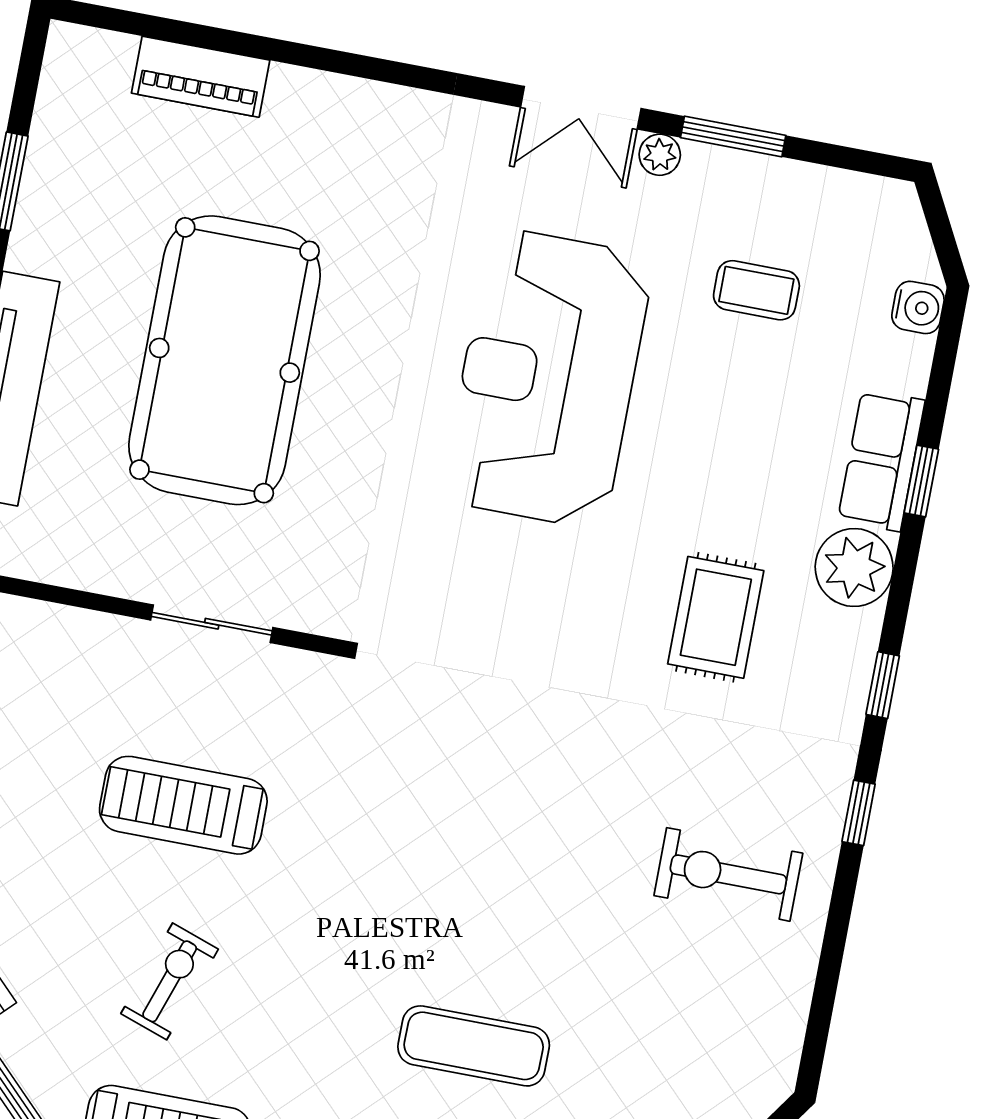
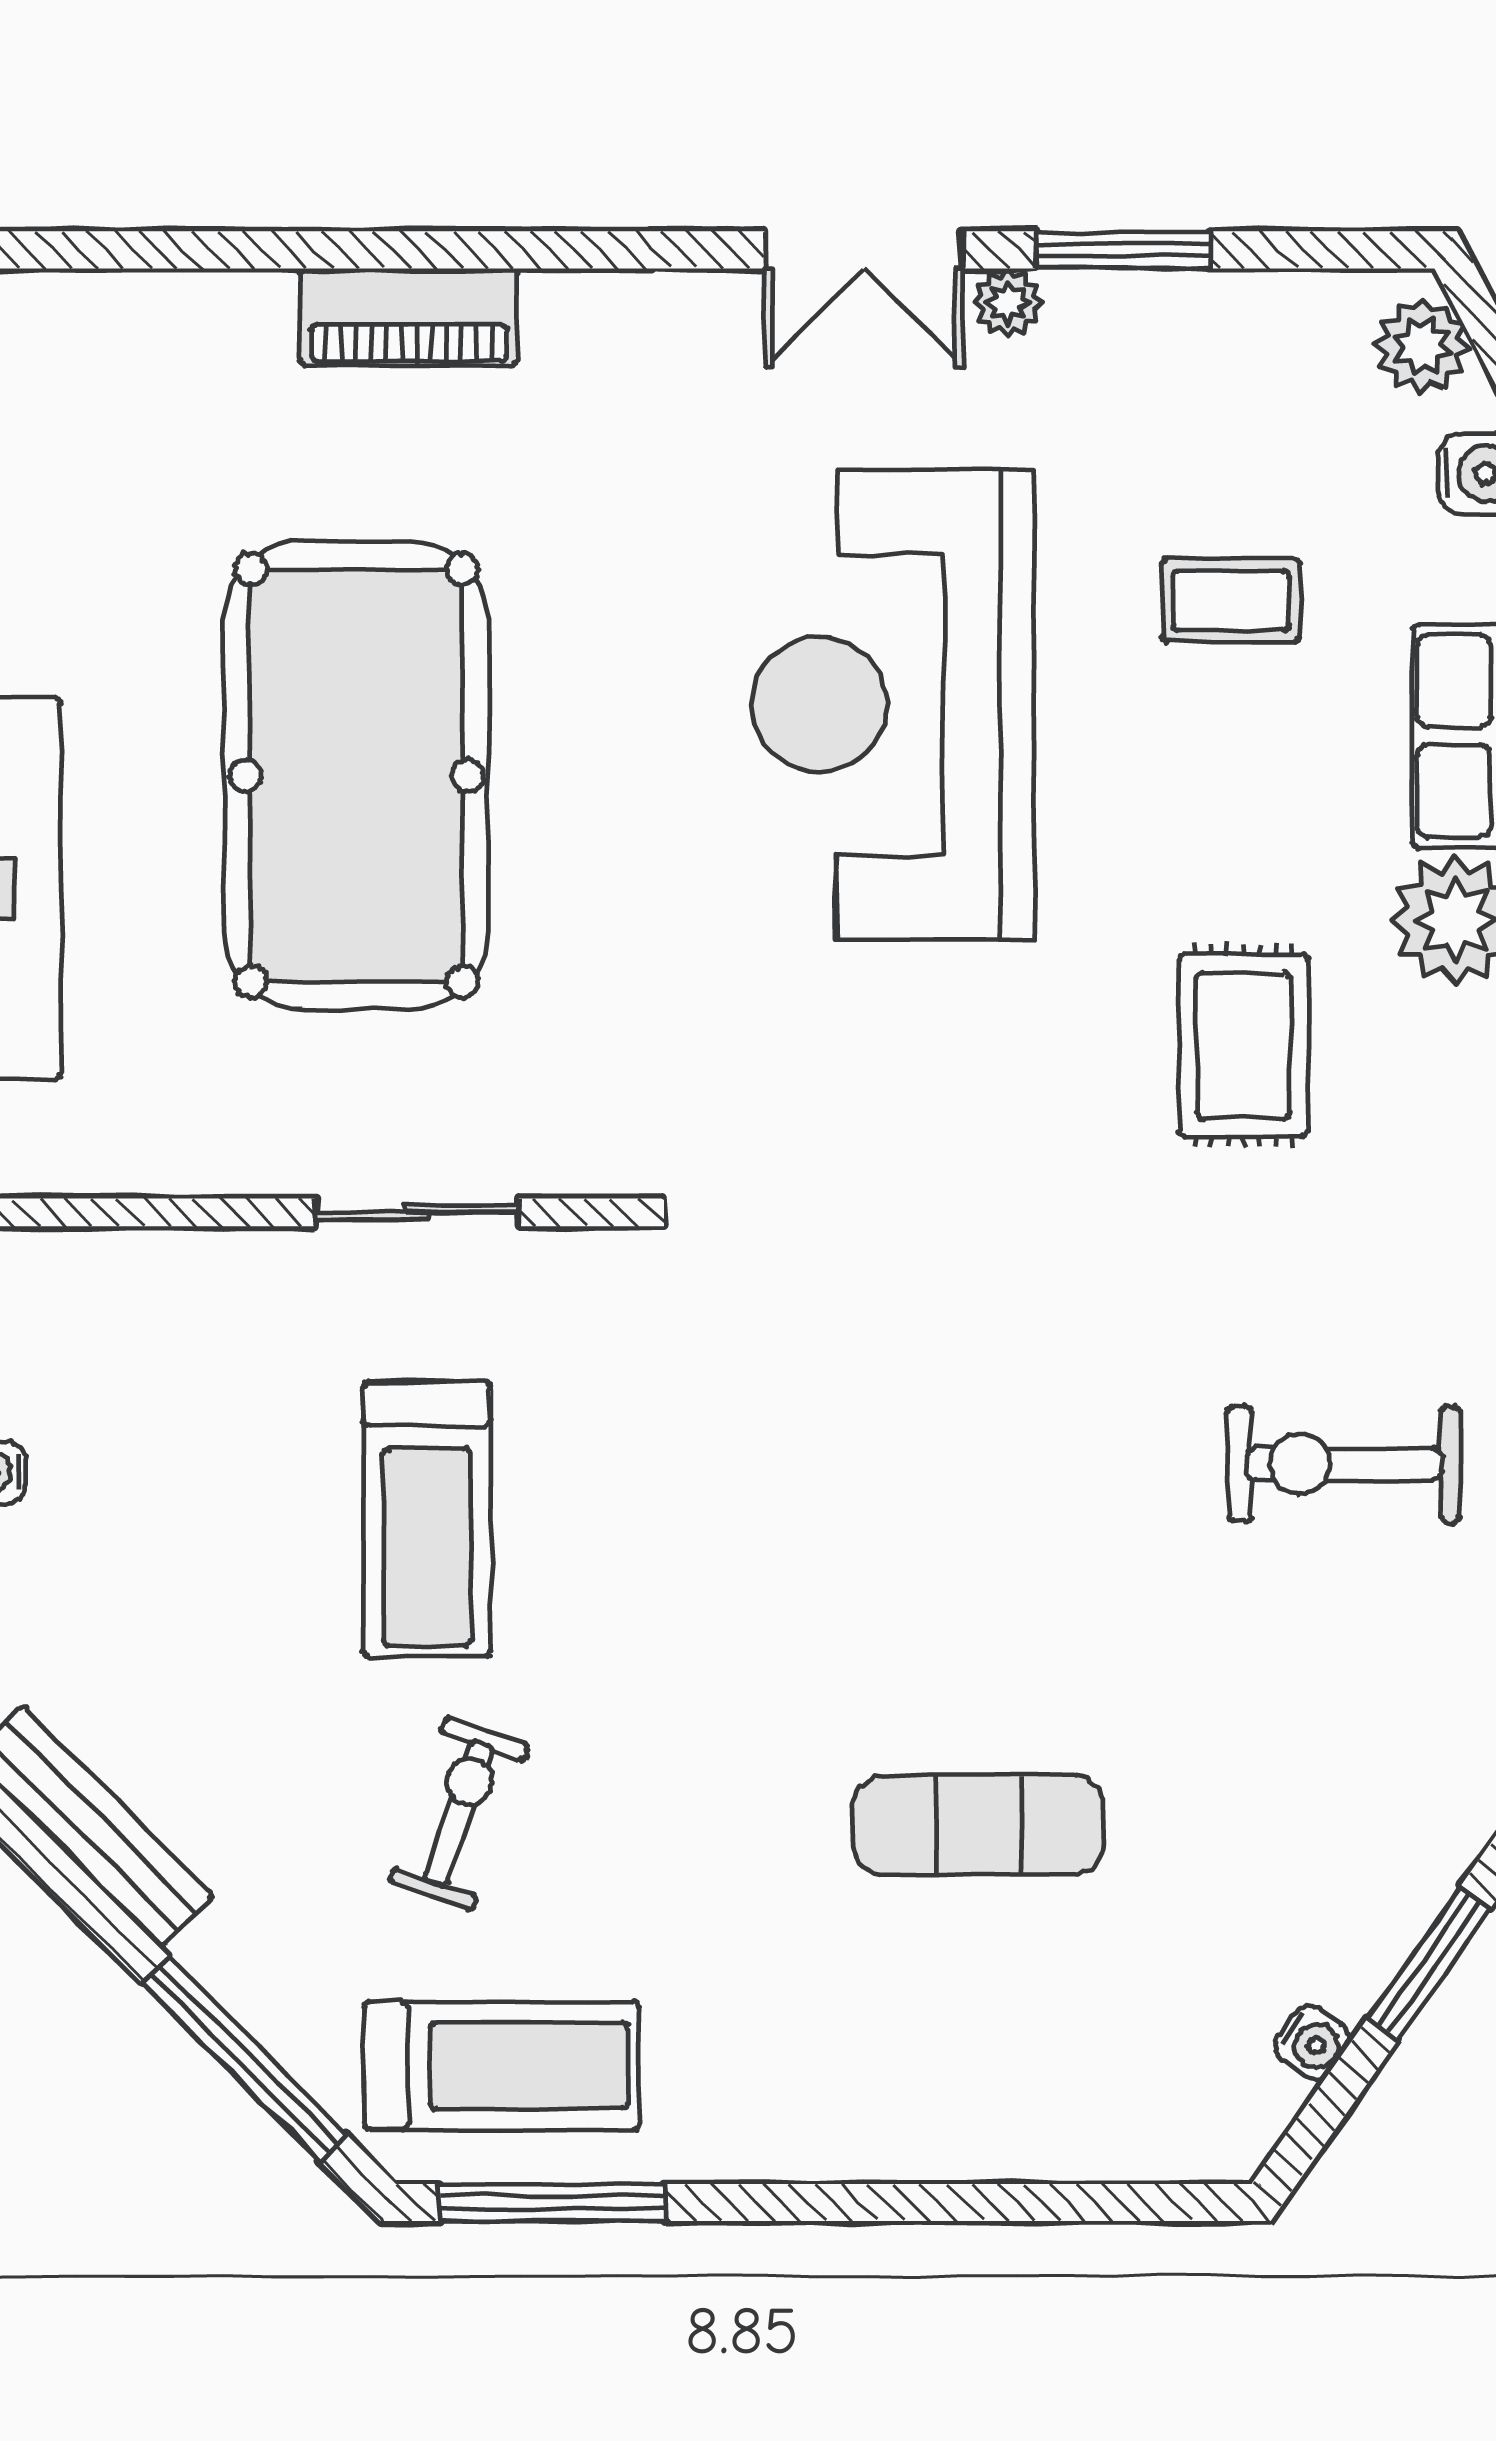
piano: (201, 77) -> (409, 317), moved
plant: (898, 226) -> (1422, 346), added
coffee table: (756, 290) -> (1231, 600), moved
treadmill: (183, 805) -> (427, 1519), turned -90

